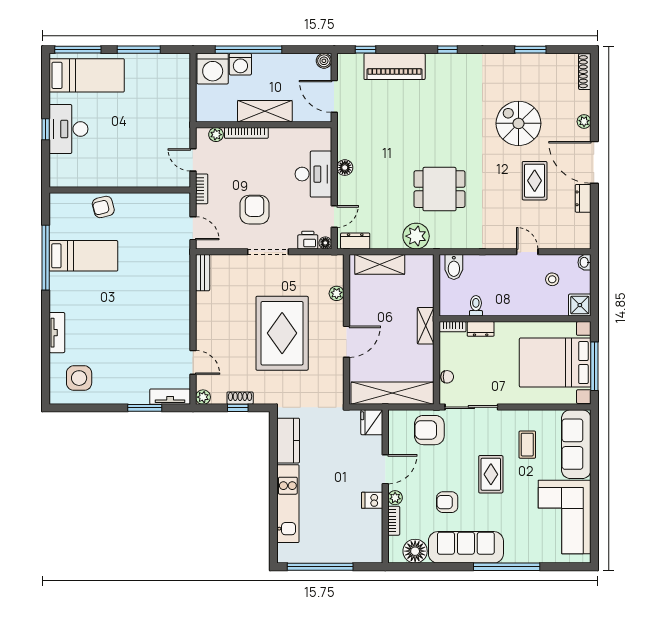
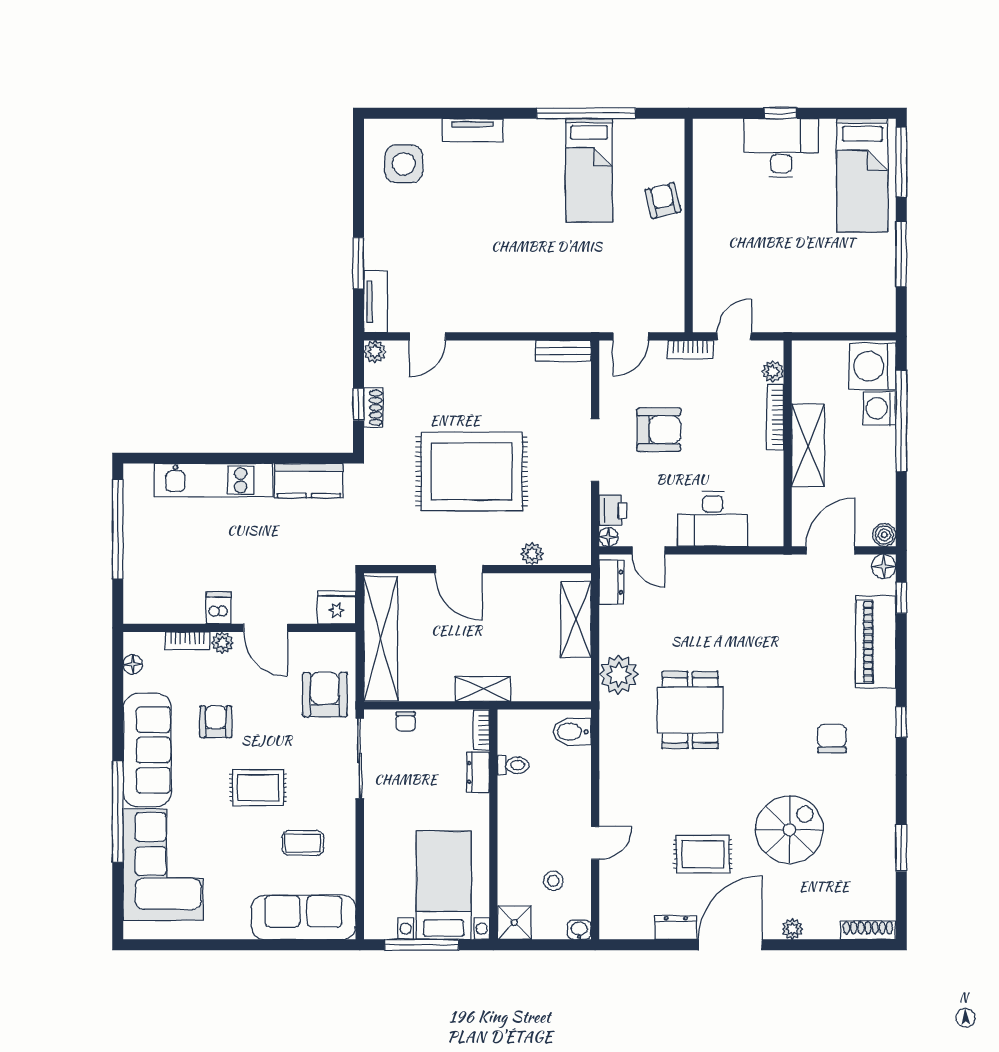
chair: (458, 95) -> (832, 738), added
floor lamp: (345, 168) -> (884, 566), moved
bed with nightstands: (555, 363) -> (444, 885), width x0.73
corner sofa: (565, 517) -> (163, 865), moved, turned 90
floor lamp: (415, 551) -> (133, 664), width x0.53, depth x0.53

